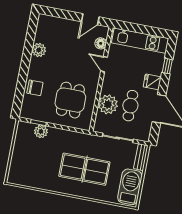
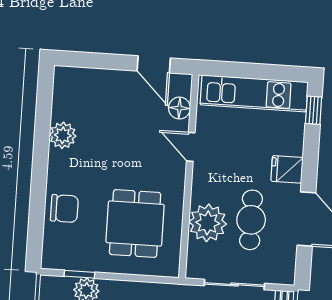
door: (90, 19) -> (154, 64), hinge flipped
window: (167, 66) -> (314, 110), moved

